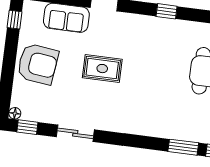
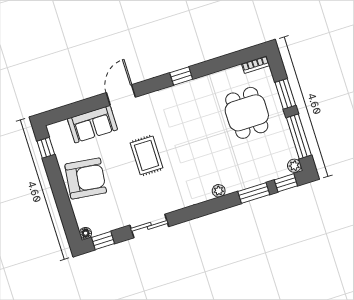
rug: (102, 69) -> (147, 155), turned 90
plant: (153, 131) -> (219, 191), added

